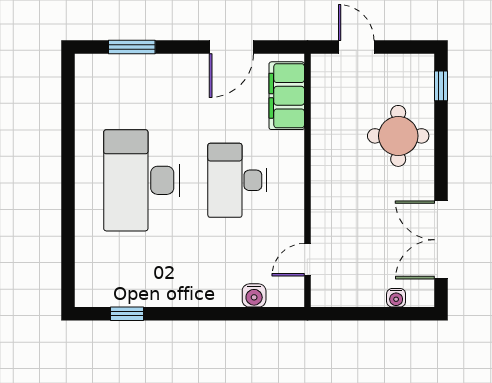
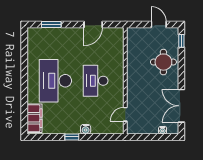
door: (356, 47) -> (159, 25), moved
filing cabinet: (287, 96) -> (34, 118), moved, turned 180
water cooler: (254, 295) -> (86, 129), moved
window: (127, 314) -> (72, 137), moved

